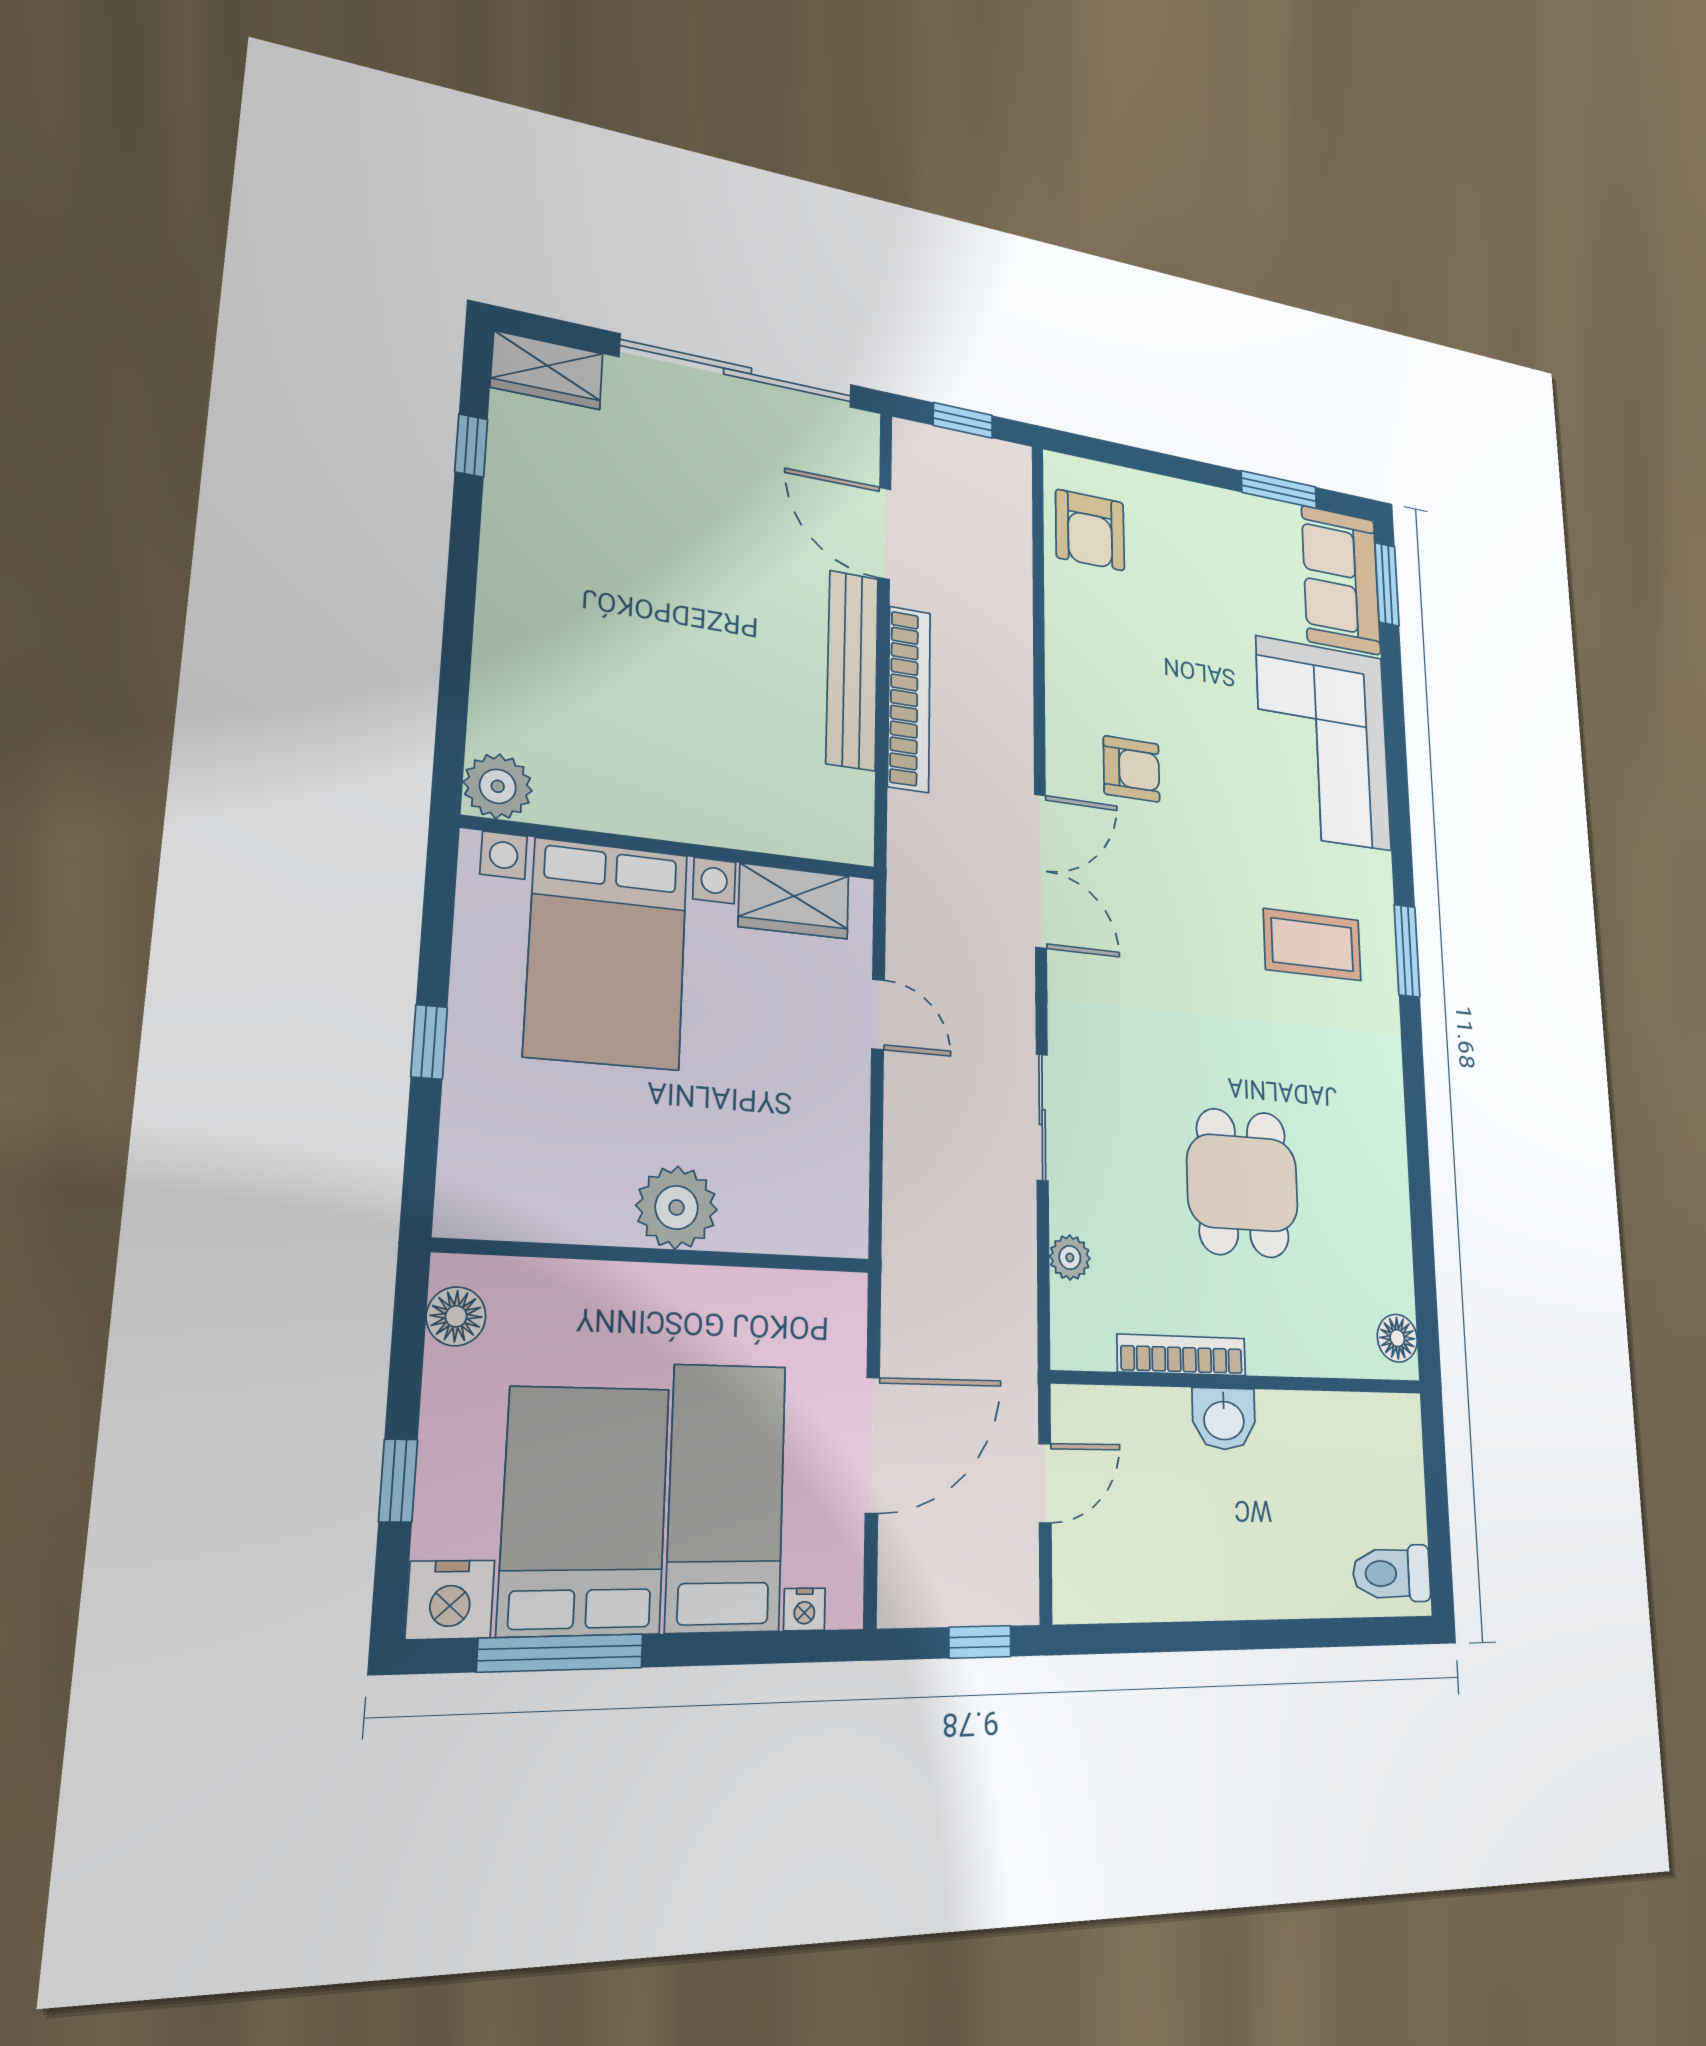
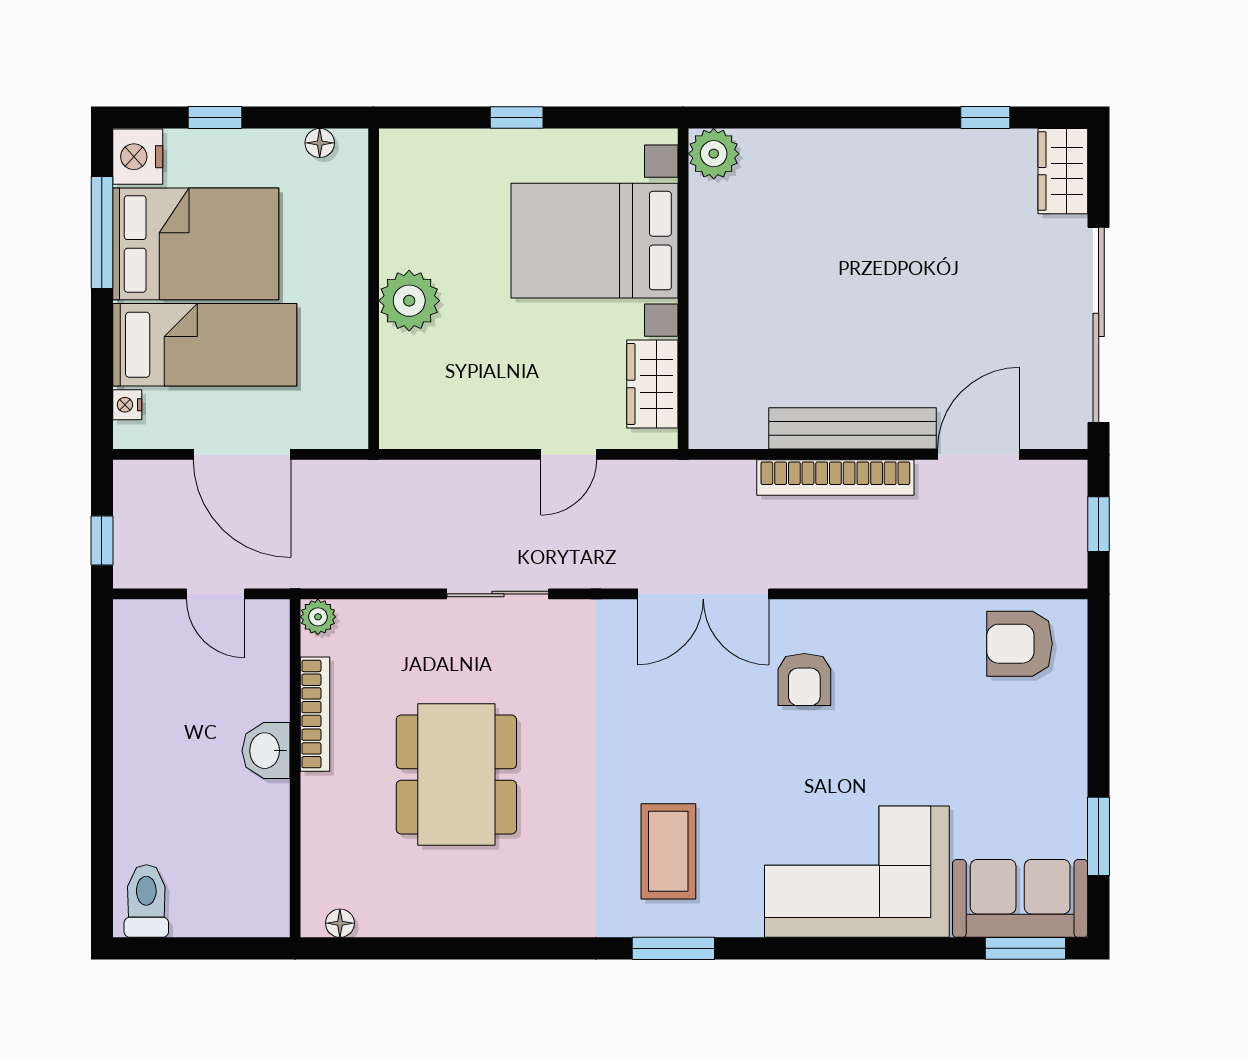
dining table: (1243, 1183) -> (456, 775), width x1.38
plant: (1070, 1257) -> (318, 617), moved
floor lamp: (456, 1316) -> (320, 143), width x0.73, depth x0.73
floor lamp: (1397, 1338) -> (340, 923), width x0.73, depth x0.73

